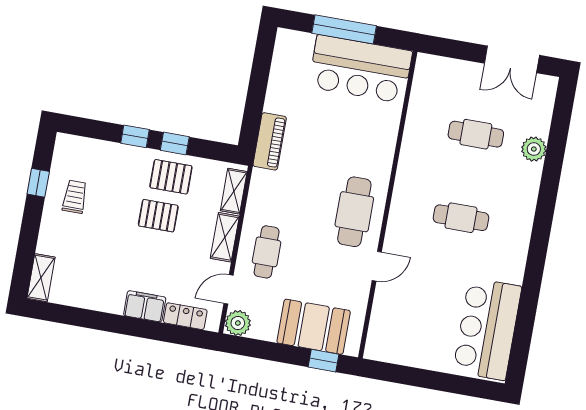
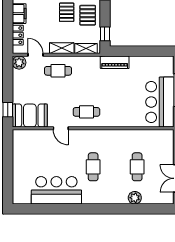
window: (175, 143) -> (105, 34), moved
cafe table: (354, 212) -> (86, 112), width x0.73, depth x0.74
booth: (314, 327) -> (30, 115), moved, turned 90
bar counter: (487, 329) -> (56, 190), moved

